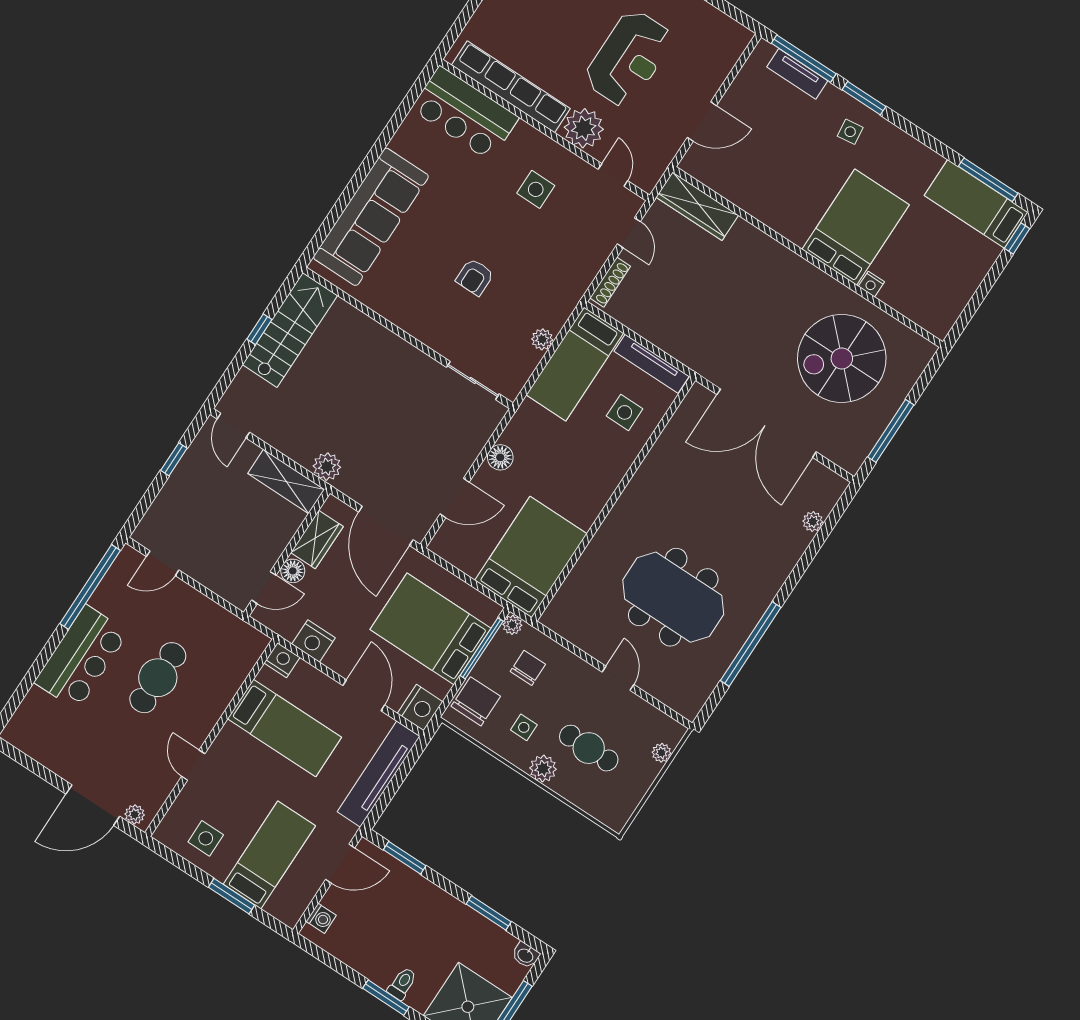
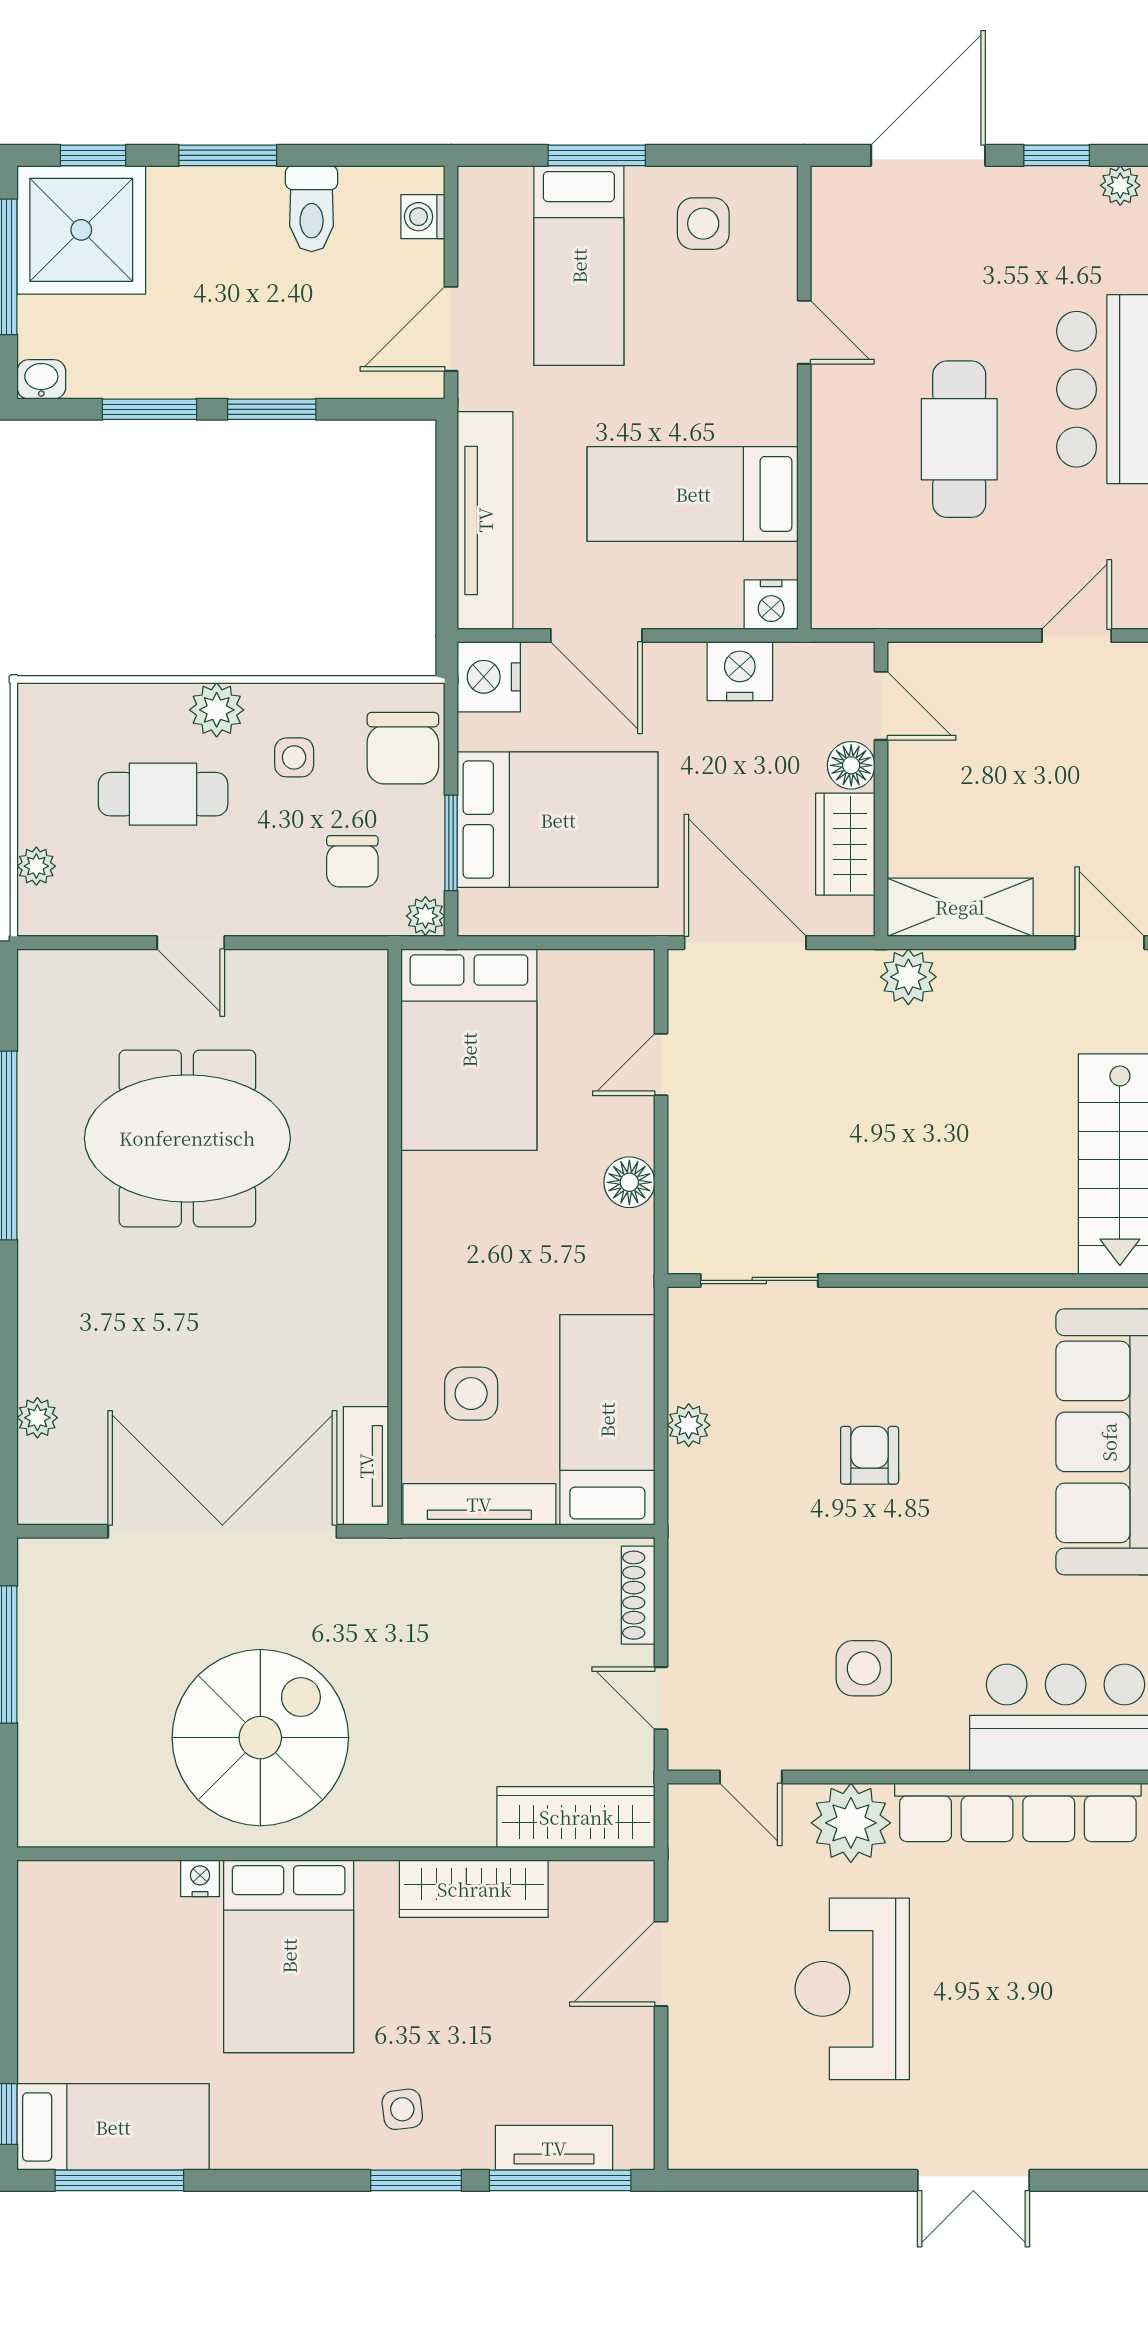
wardrobe: (760, 204) -> (474, 1889), added
spiral stairs: (842, 358) -> (260, 1738), moved
tv unit: (688, 411) -> (366, 1466), added
door: (455, 498) -> (661, 1064), width x0.73
door: (264, 588) -> (881, 706), swing flipped
window: (482, 648) -> (451, 843), width x0.69
window: (39, 770) -> (1057, 155), added
plant: (135, 815) -> (1120, 185), moved
window: (405, 858) -> (272, 409), moved
toilet: (402, 984) -> (312, 209), moved, width x1.37, depth x1.39

